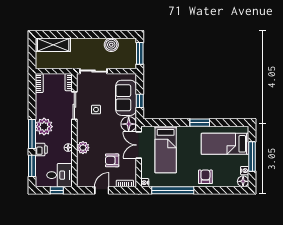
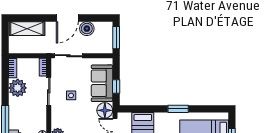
door: (92, 34) -> (67, 18), added
plant: (44, 127) -> (18, 88), moved

